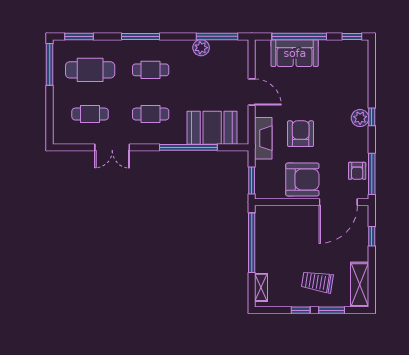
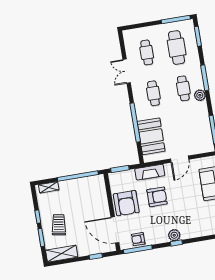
plant: (201, 48) -> (200, 95), moved

